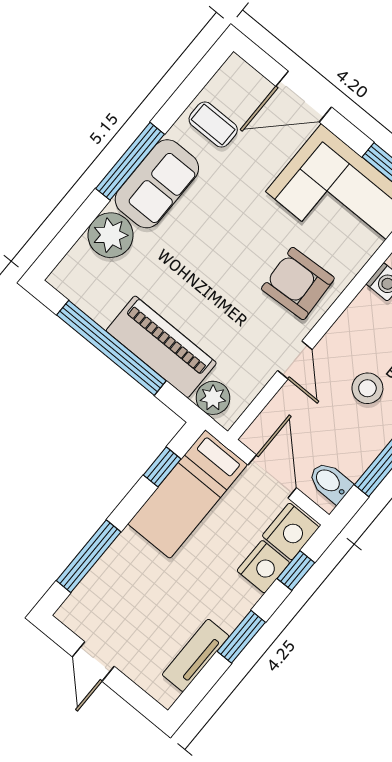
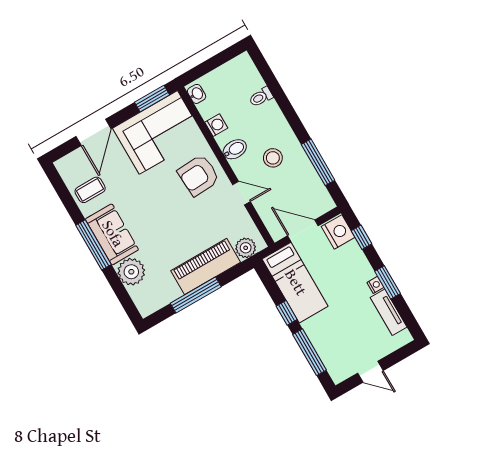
window: (111, 348) -> (196, 295), width x0.68
window: (162, 467) -> (287, 313), moved
bidet: (330, 482) -> (235, 149), moved, turned 180
nightstand: (263, 567) -> (375, 285), moved, width x0.53, depth x0.56

